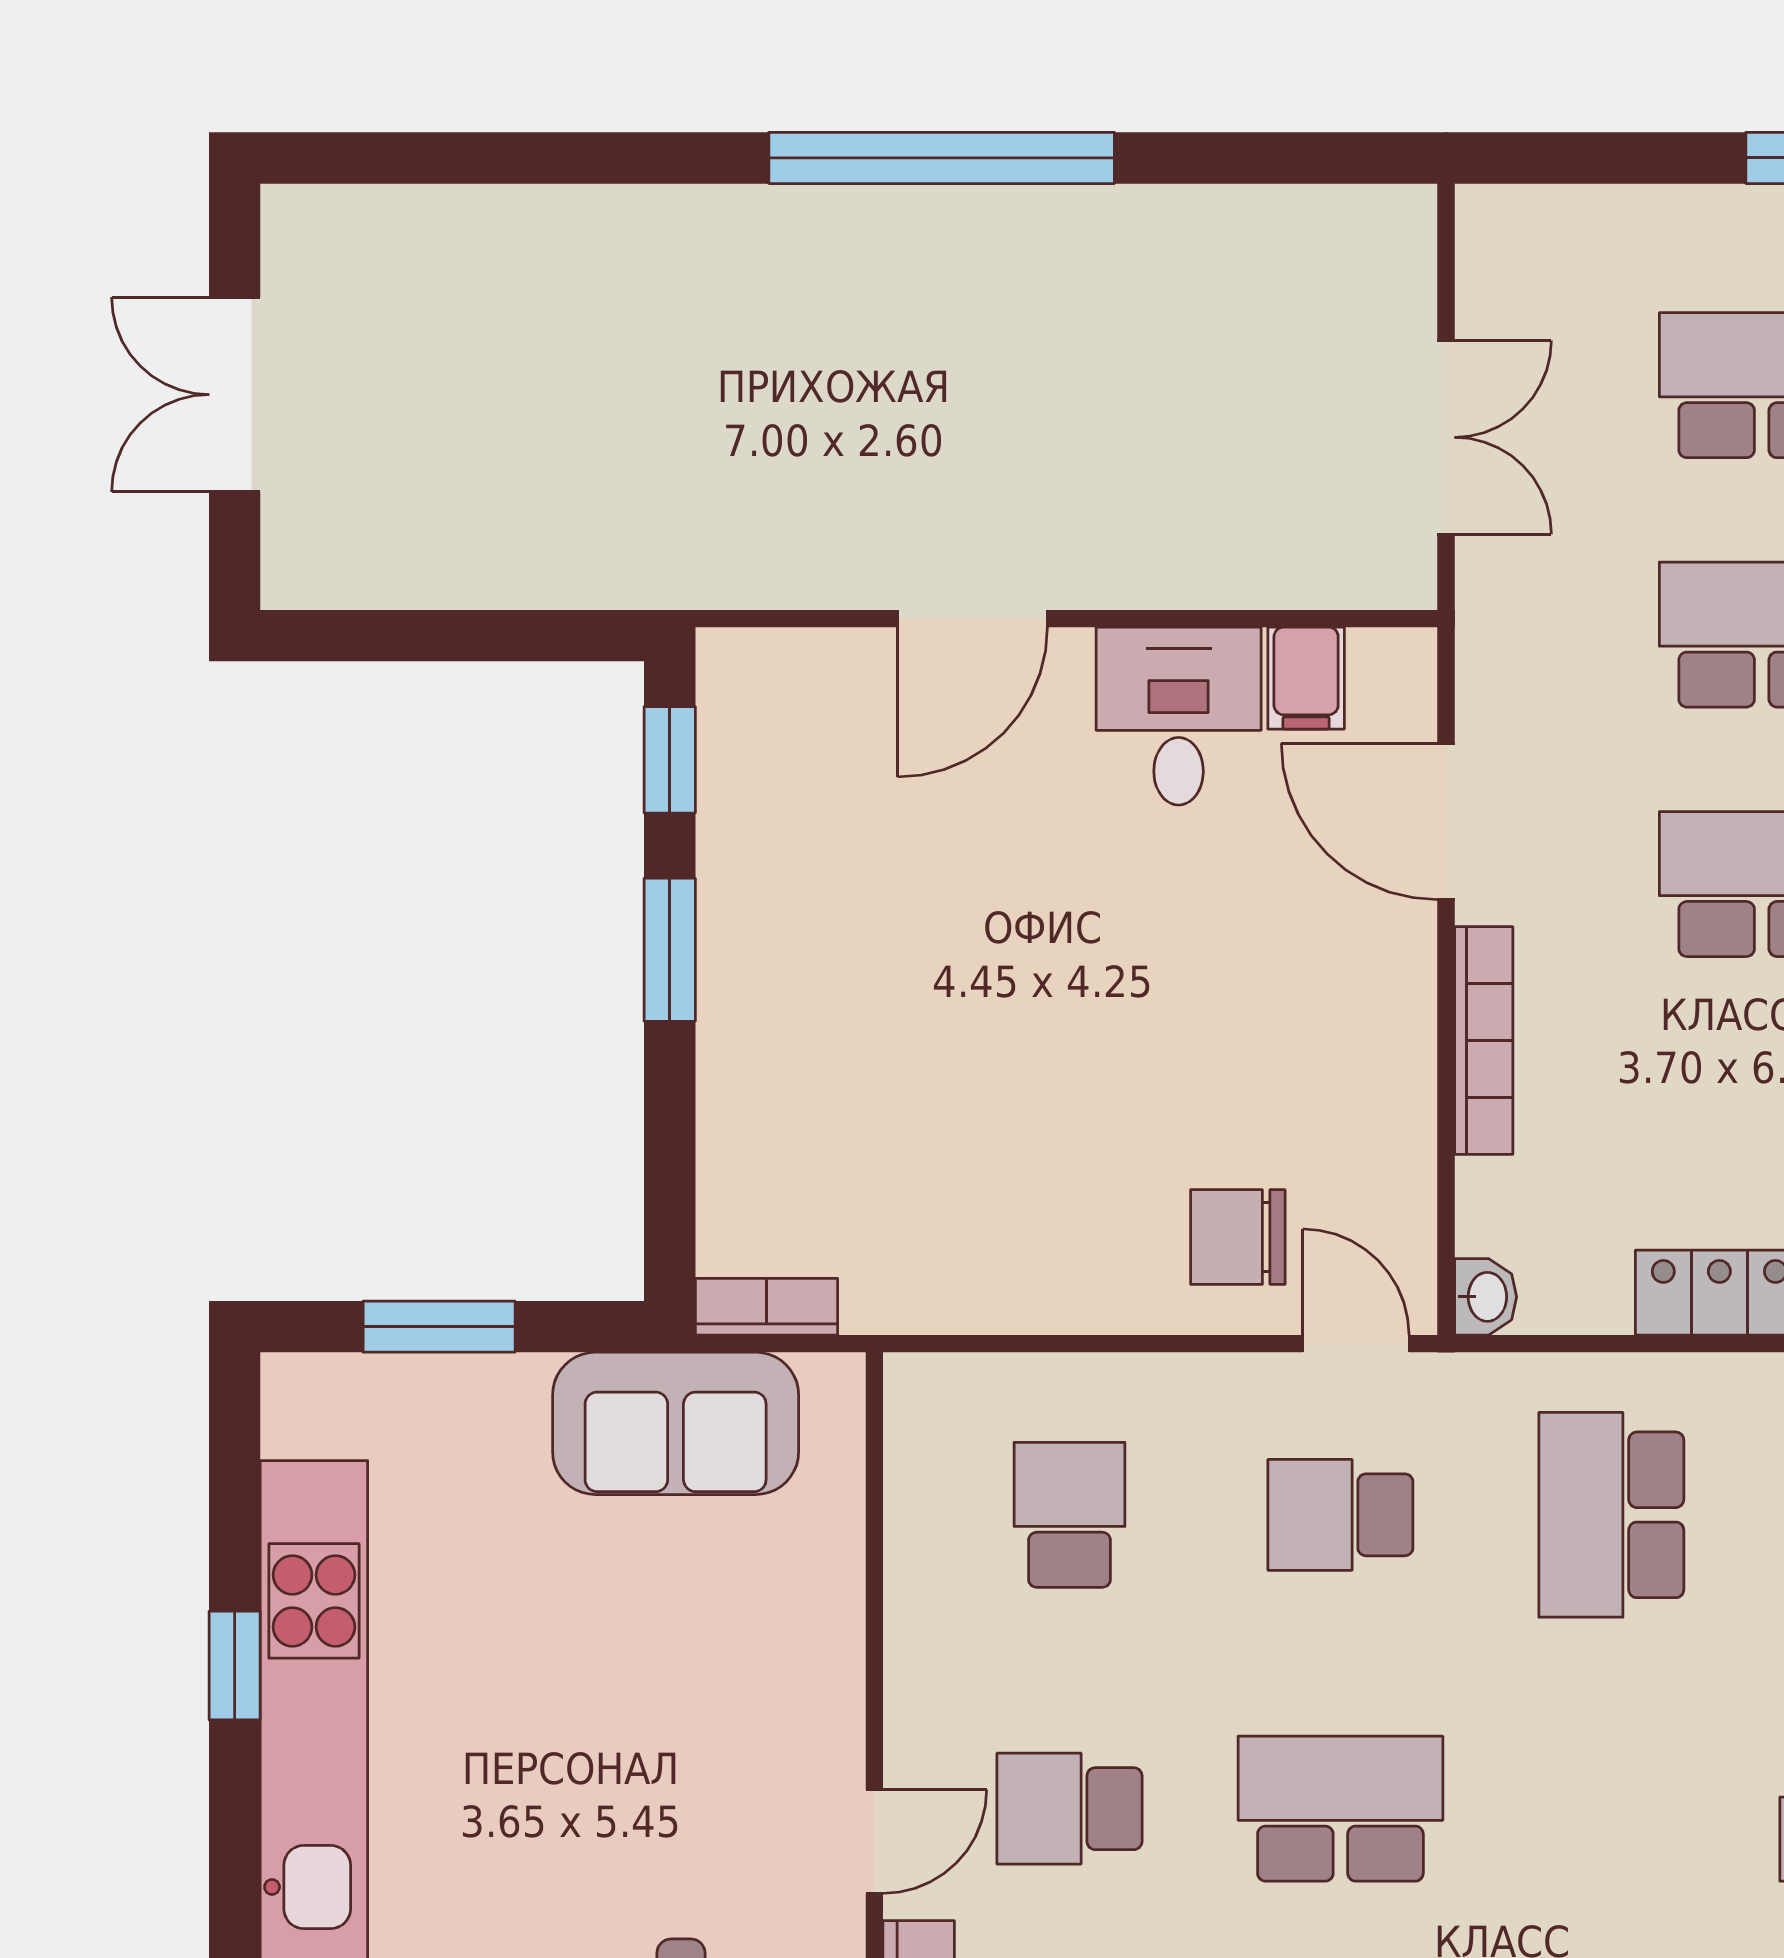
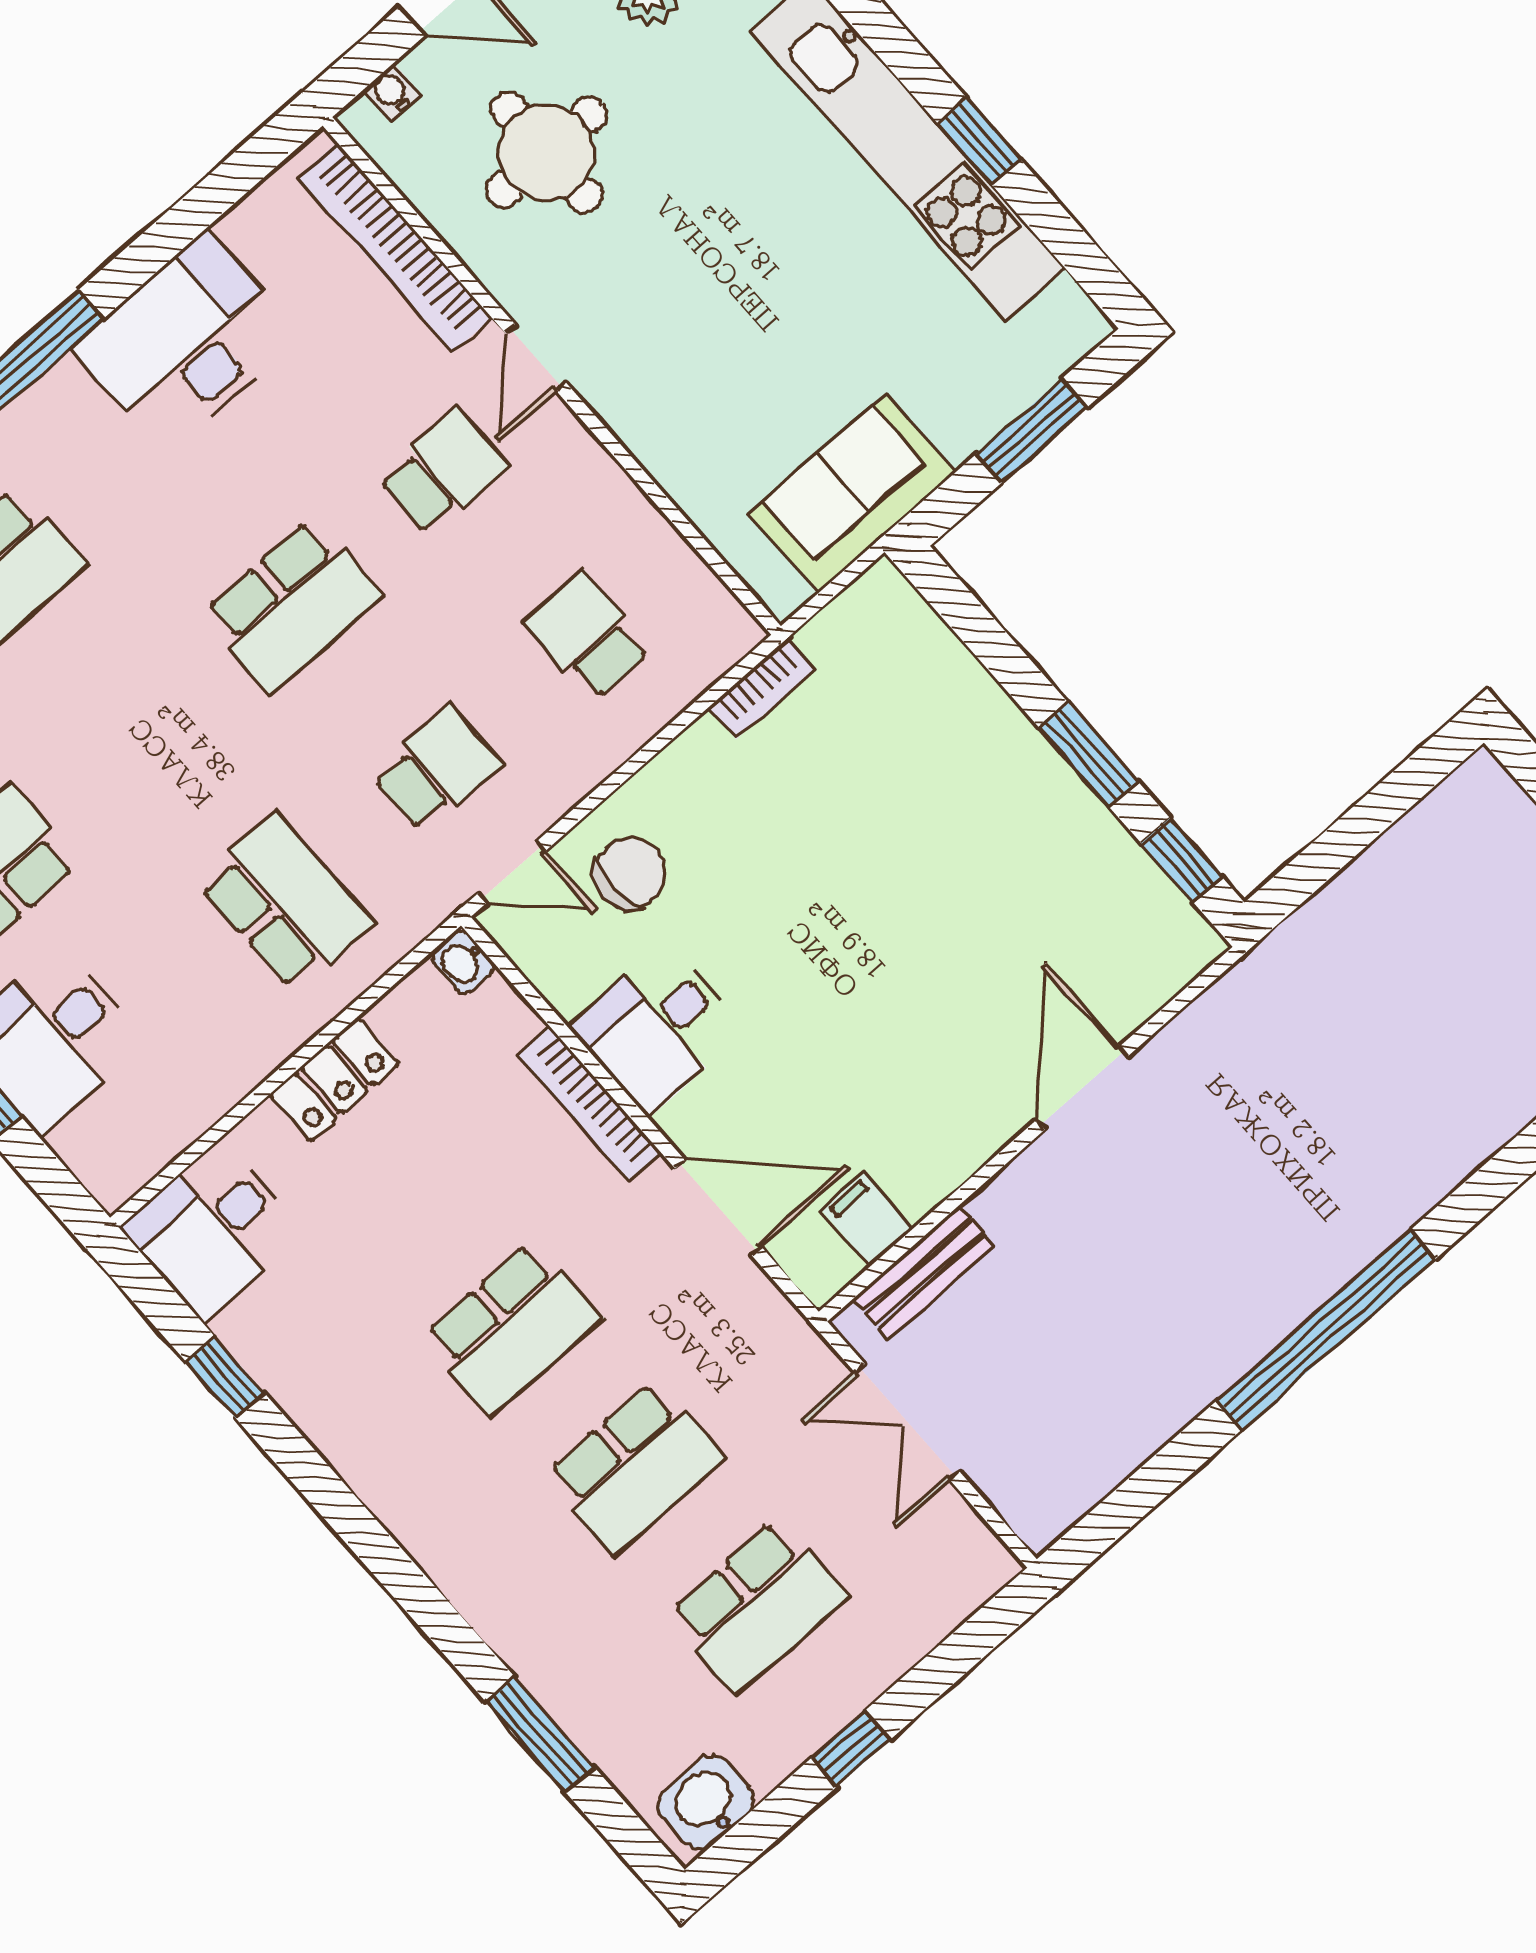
bench: (1297, 574) -> (924, 1272), added
desk: (1179, 716) -> (657, 1029), moved, turned 90
bookcase: (766, 1307) -> (762, 688), moved
school desk: (1070, 1515) -> (587, 636), turned 180

